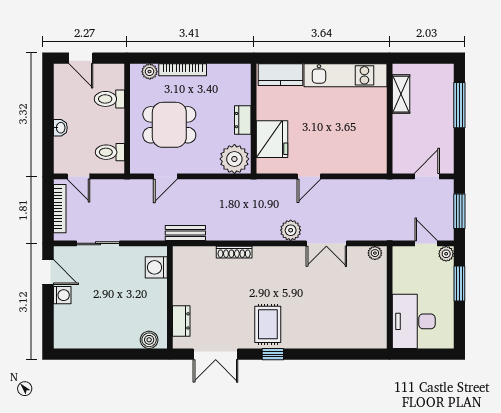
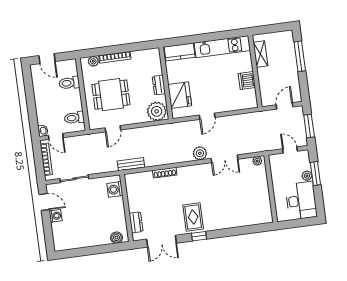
washbasin: (60, 128) -> (43, 131), moved
dishwasher: (375, 131) -> (247, 80), added
plant: (446, 254) -> (307, 176), moved
desk: (414, 321) -> (301, 201), moved, turned 180

